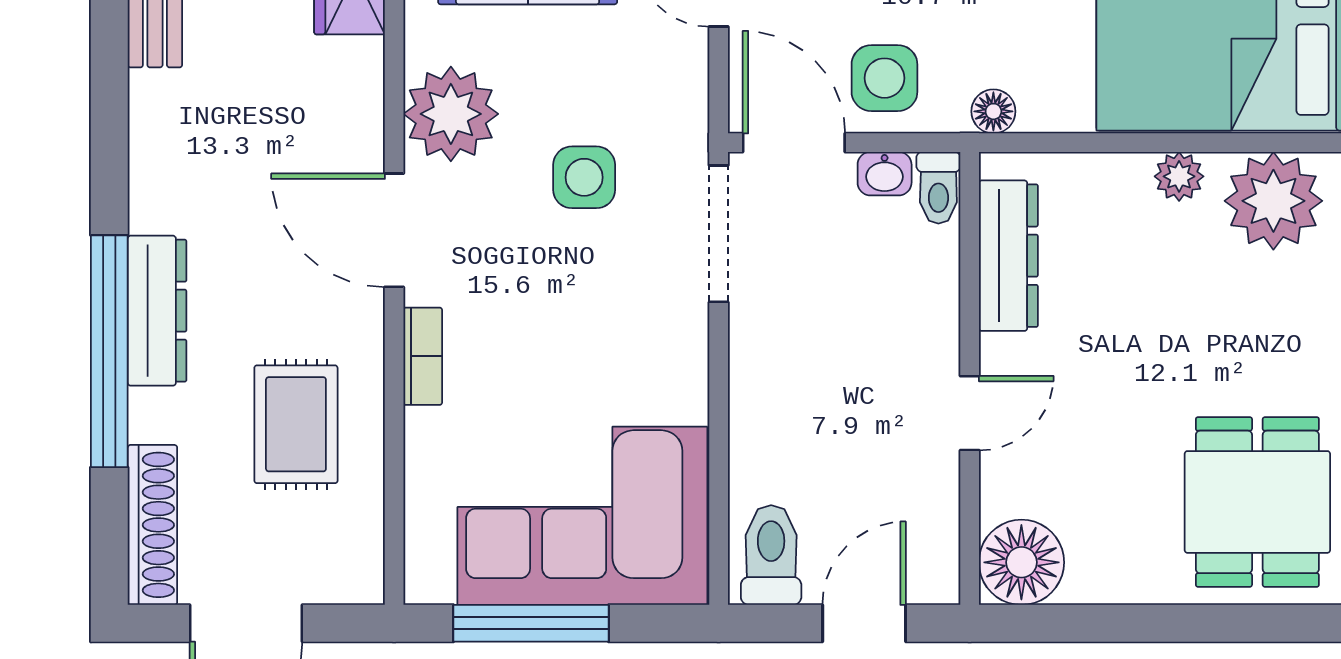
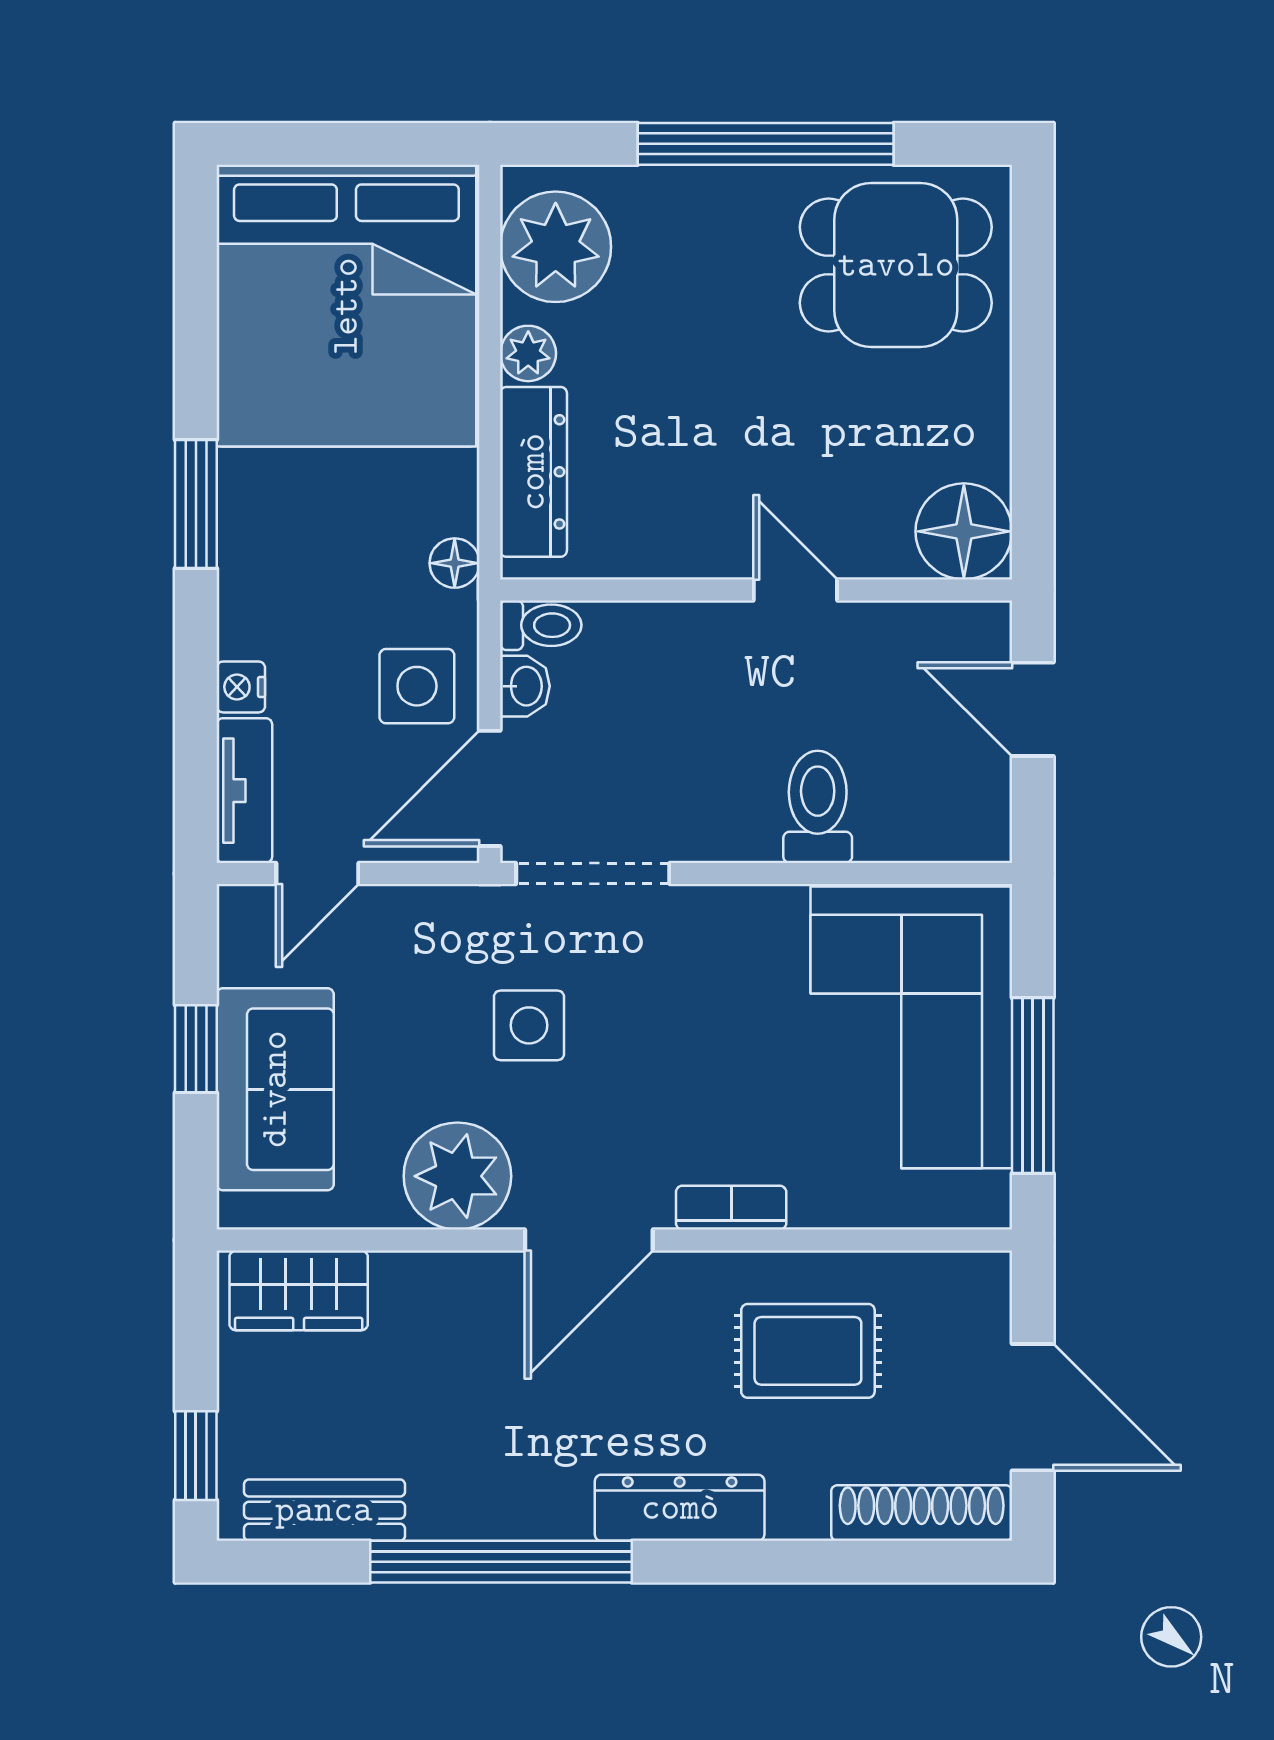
dresser: (1008, 256) -> (533, 472), moved, turned 90
window: (109, 351) -> (501, 1562), moved
toilet: (771, 555) -> (818, 807), moved, turned 90

